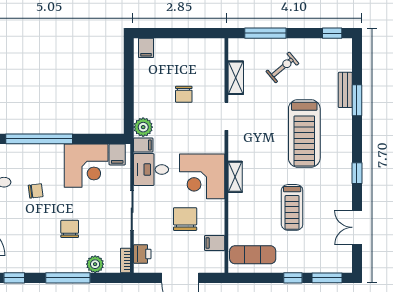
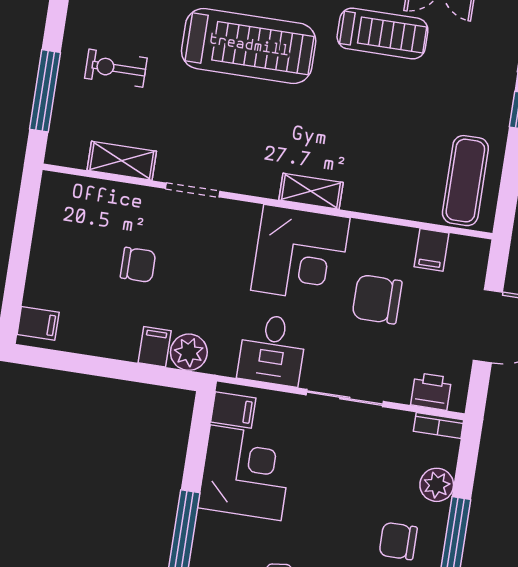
exercise bike: (282, 67) -> (116, 68), turned -50
filing cabinet: (143, 145) -> (155, 347), moved
treadmill: (292, 207) -> (382, 33), moved
chair: (70, 229) -> (398, 541), moved

